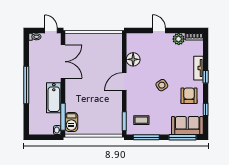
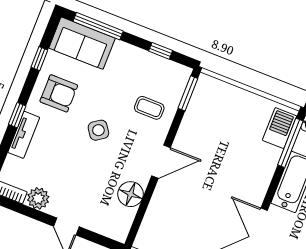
armchair: (189, 96) -> (59, 93), turned -90
coffee table: (141, 120) -> (149, 108), moved
window: (146, 137) -> (161, 51), width x0.46

